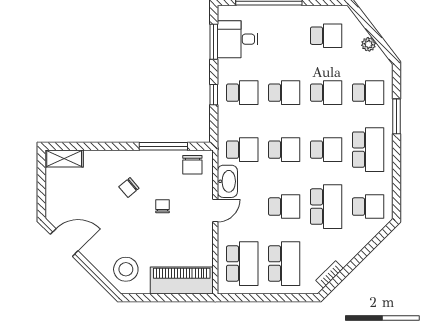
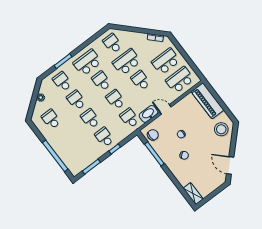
desk: (238, 39) -> (82, 157), removed

